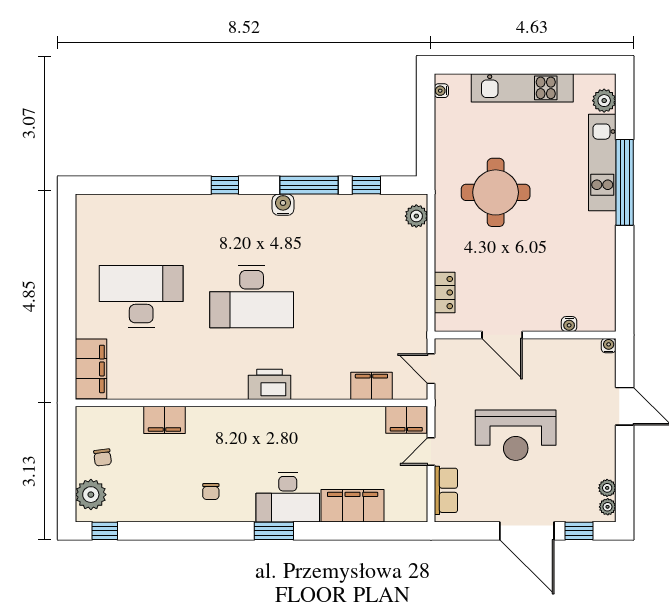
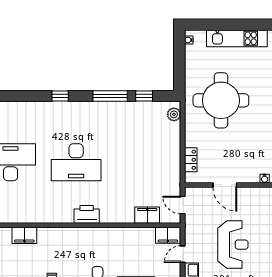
round table: (496, 192) -> (221, 100), width x1.36, depth x1.36
water cooler: (283, 205) -> (95, 108), removed
reception desk: (516, 435) -> (233, 245), turned -90

